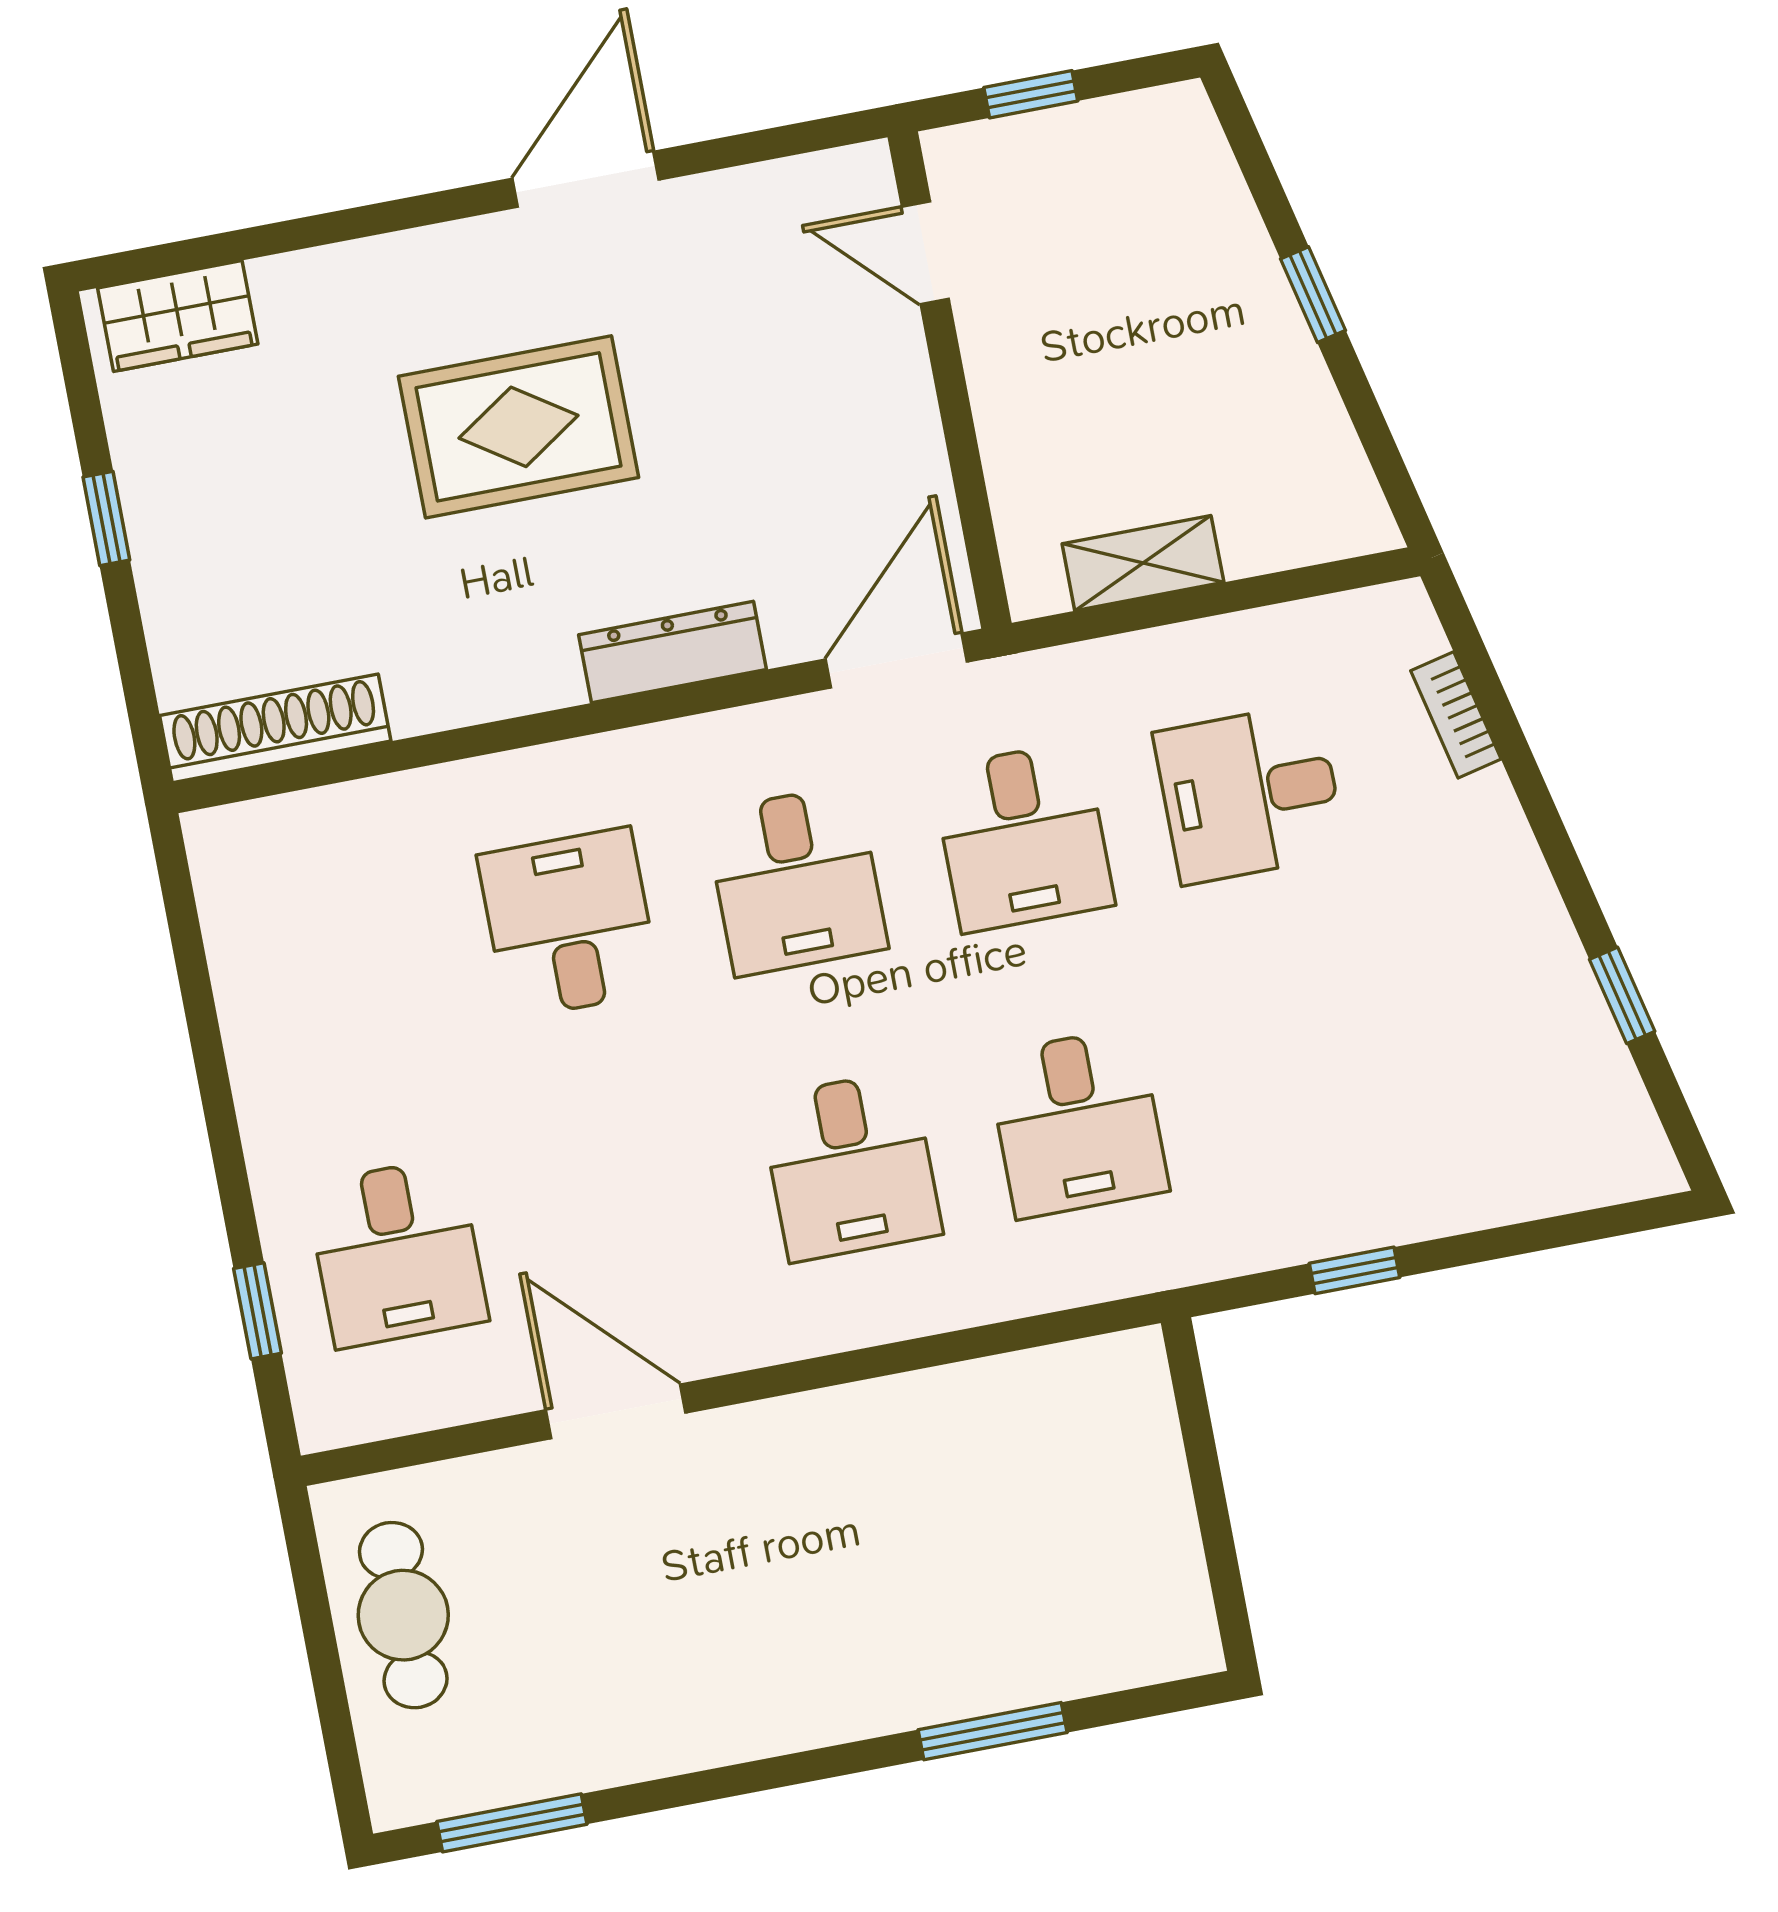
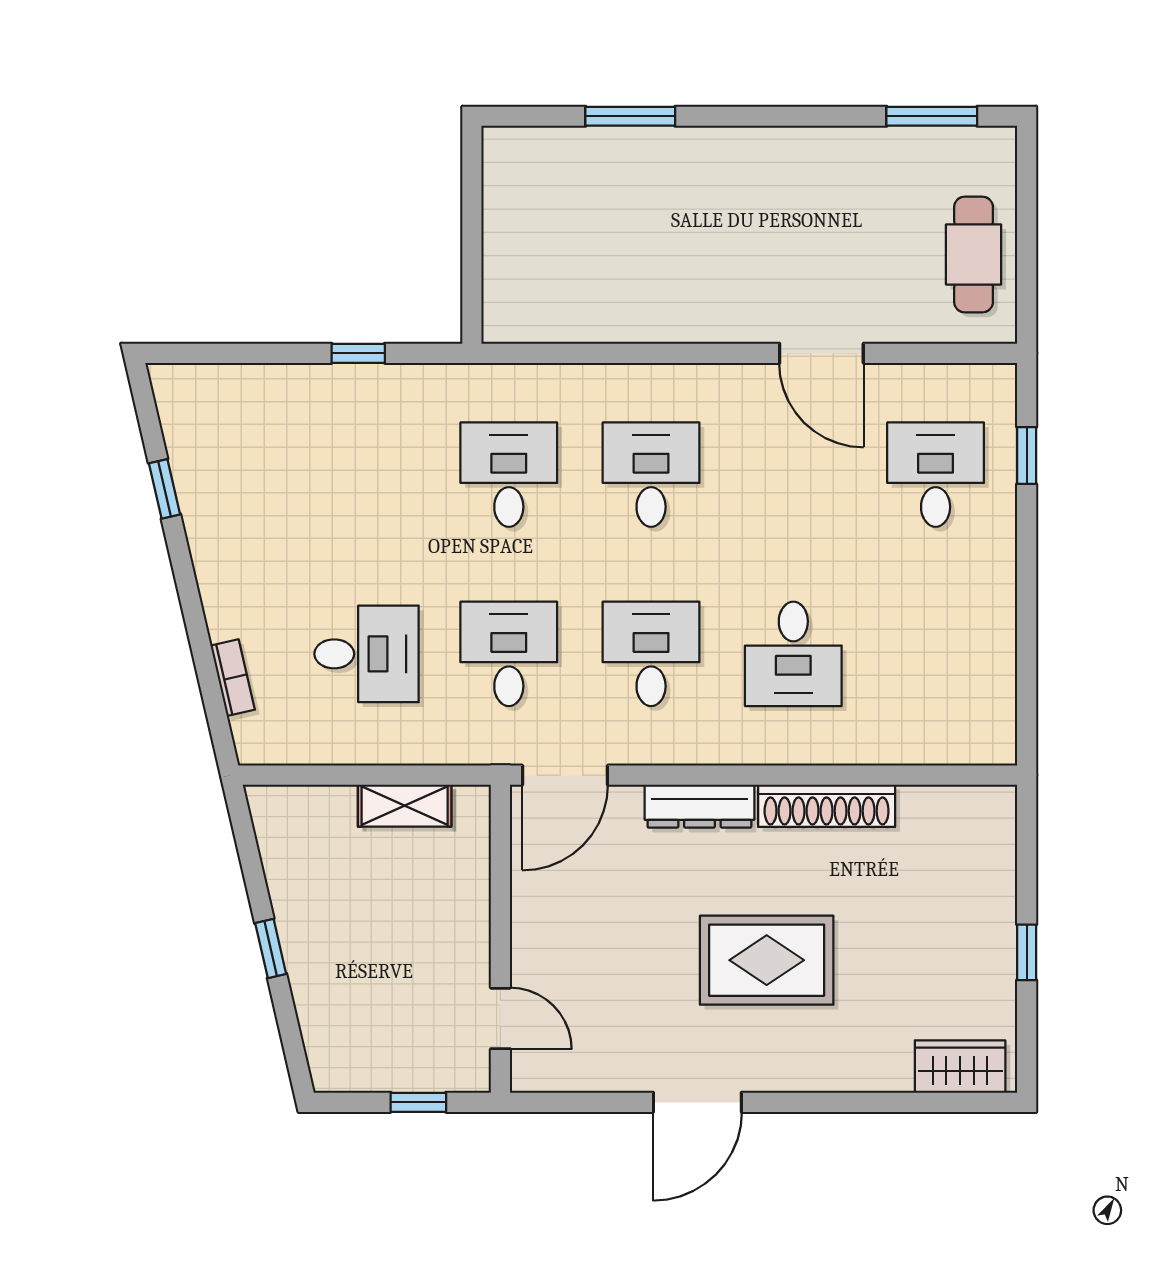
shoe rack: (275, 728) -> (827, 806), moved

